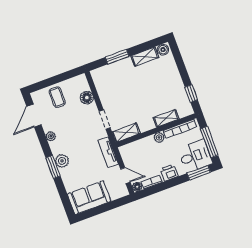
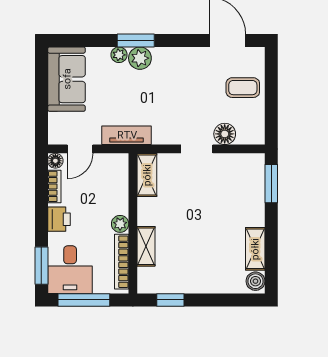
window: (117, 57) -> (271, 184), moved
doorway: (105, 120) -> (197, 149), moved
plant: (51, 136) -> (119, 55), moved

